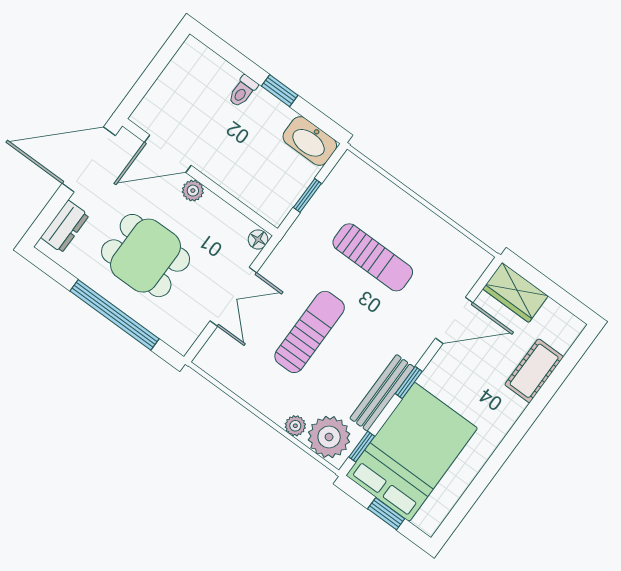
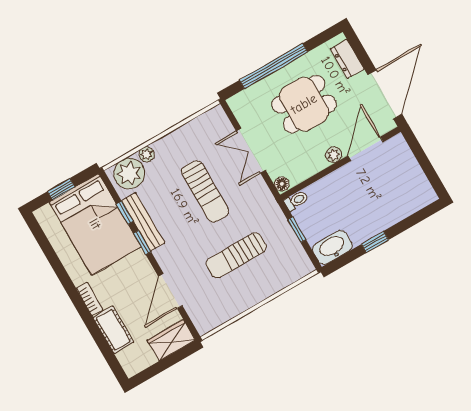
toilet: (243, 91) -> (296, 200), moved, turned 90
bookcase: (509, 418) -> (90, 299), added
window: (362, 447) -> (125, 213), moved

